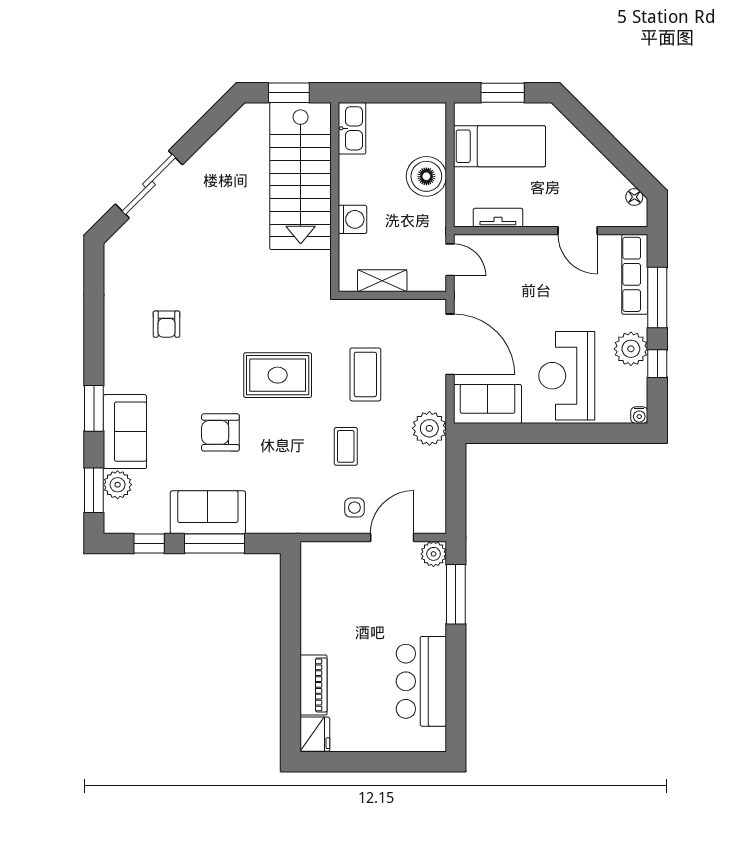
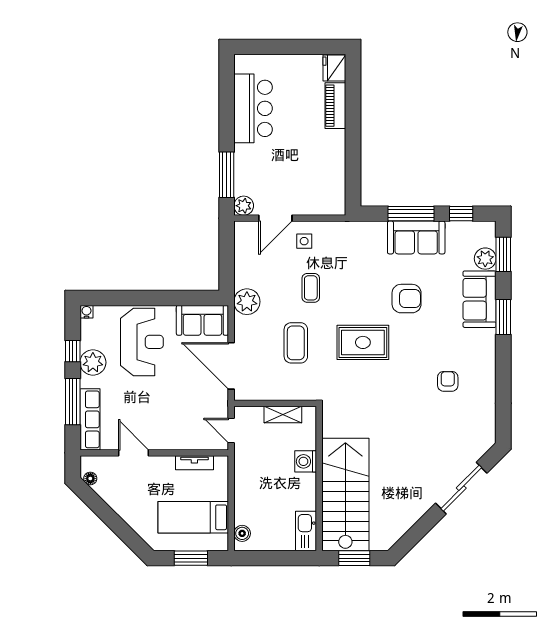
boiler: (426, 176) -> (242, 533), moved, width x0.54, depth x0.54

